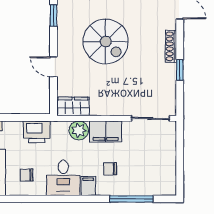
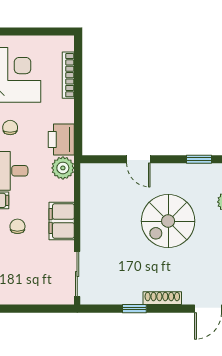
door: (53, 67) -> (138, 159), swing flipped
wardrobe: (73, 106) -> (91, 182), removed
plant: (79, 130) -> (63, 168), moved

